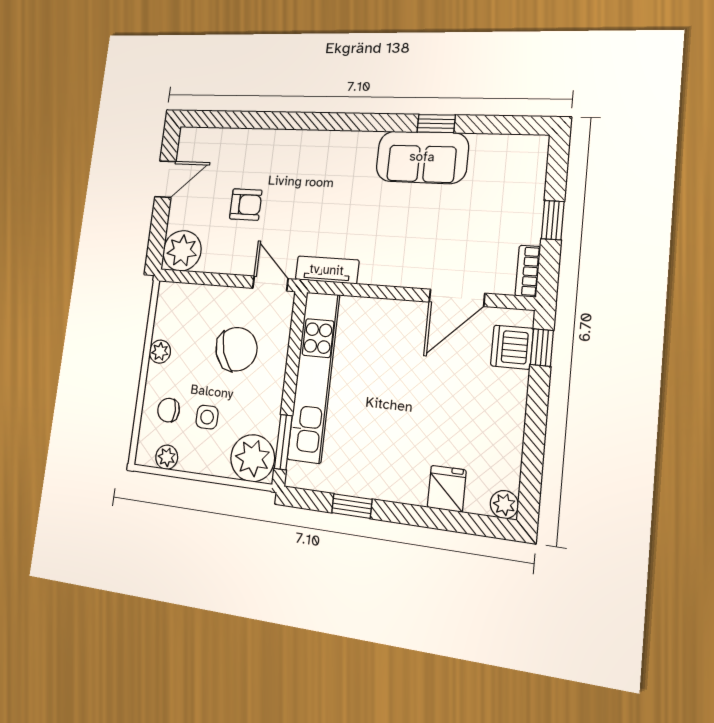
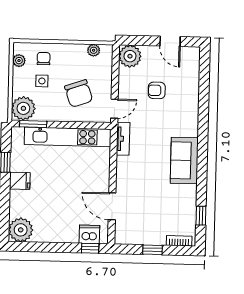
window: (436, 124) -> (201, 216), moved
sofa: (422, 157) -> (184, 161), moved
armchair: (246, 205) -> (157, 90), turned 90
bookcase: (528, 271) -> (179, 241), moved
plant: (160, 352) -> (94, 50), moved
fridge: (447, 489) -> (20, 181), moved
plant: (504, 505) -> (21, 230), width x1.87, depth x1.87

